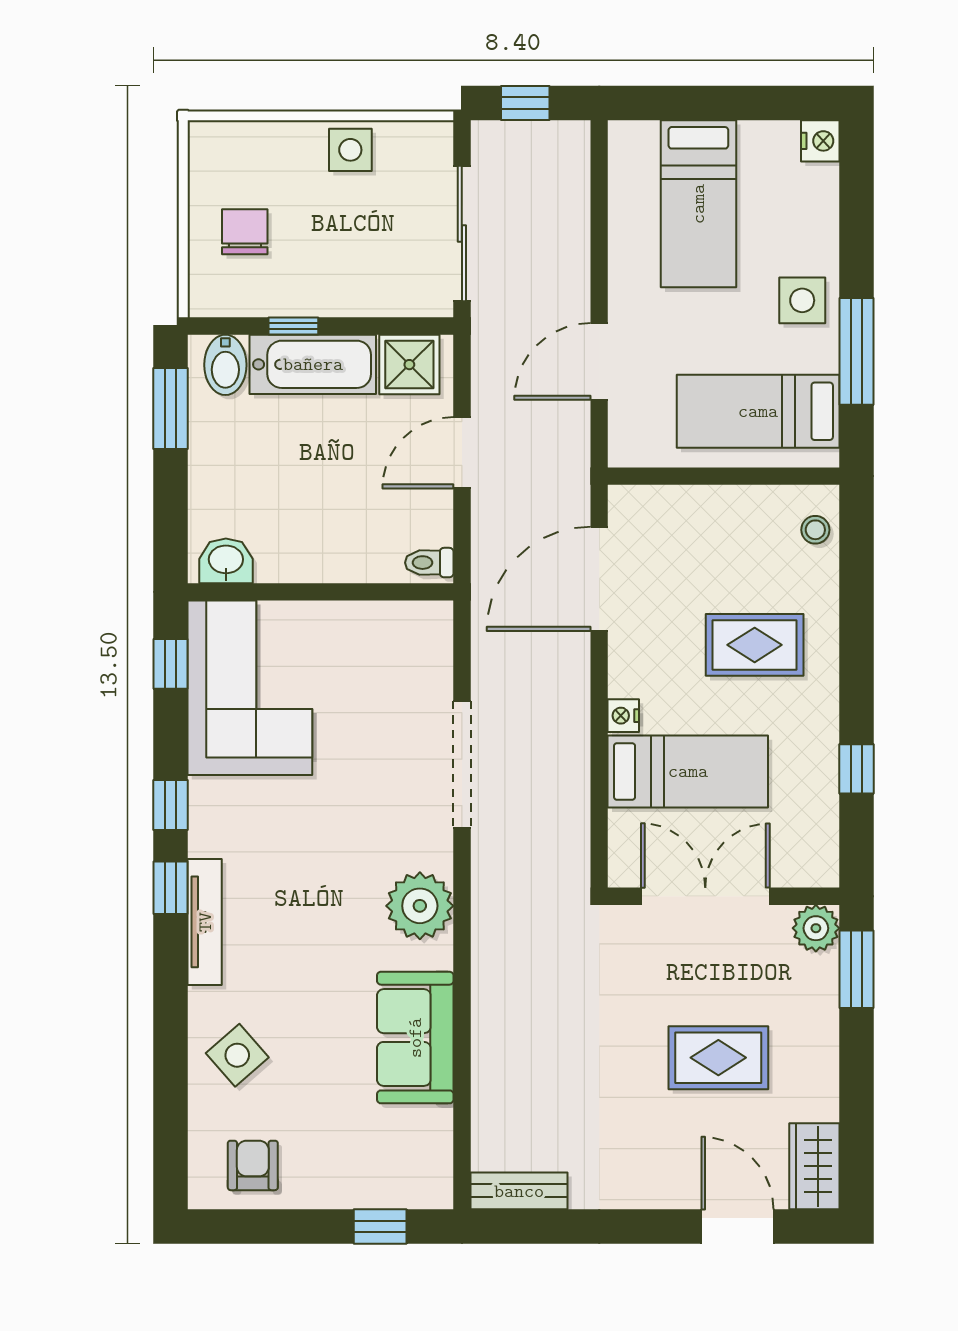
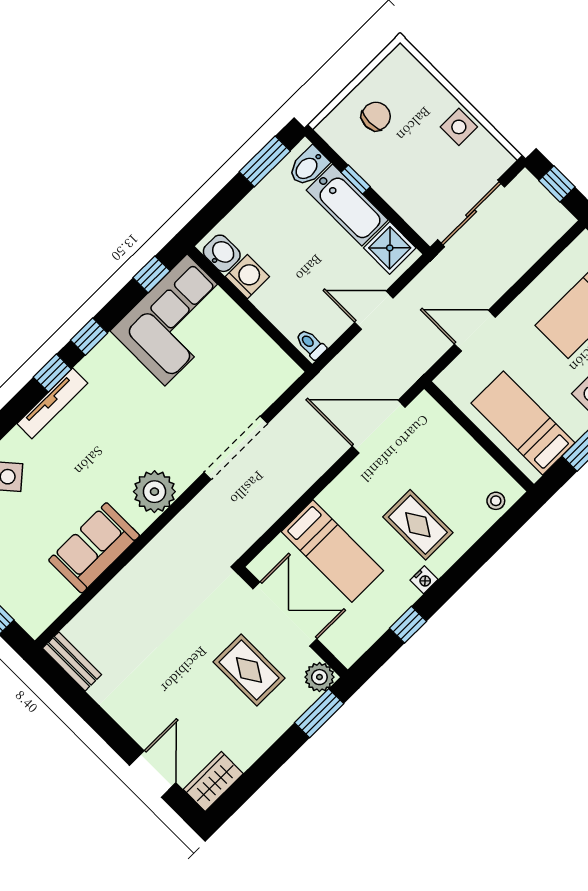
washing machine: (281, 558) -> (247, 277), added
nightstand: (623, 716) -> (424, 580), moved, turned 180
rug: (718, 1058) -> (249, 670), moved

